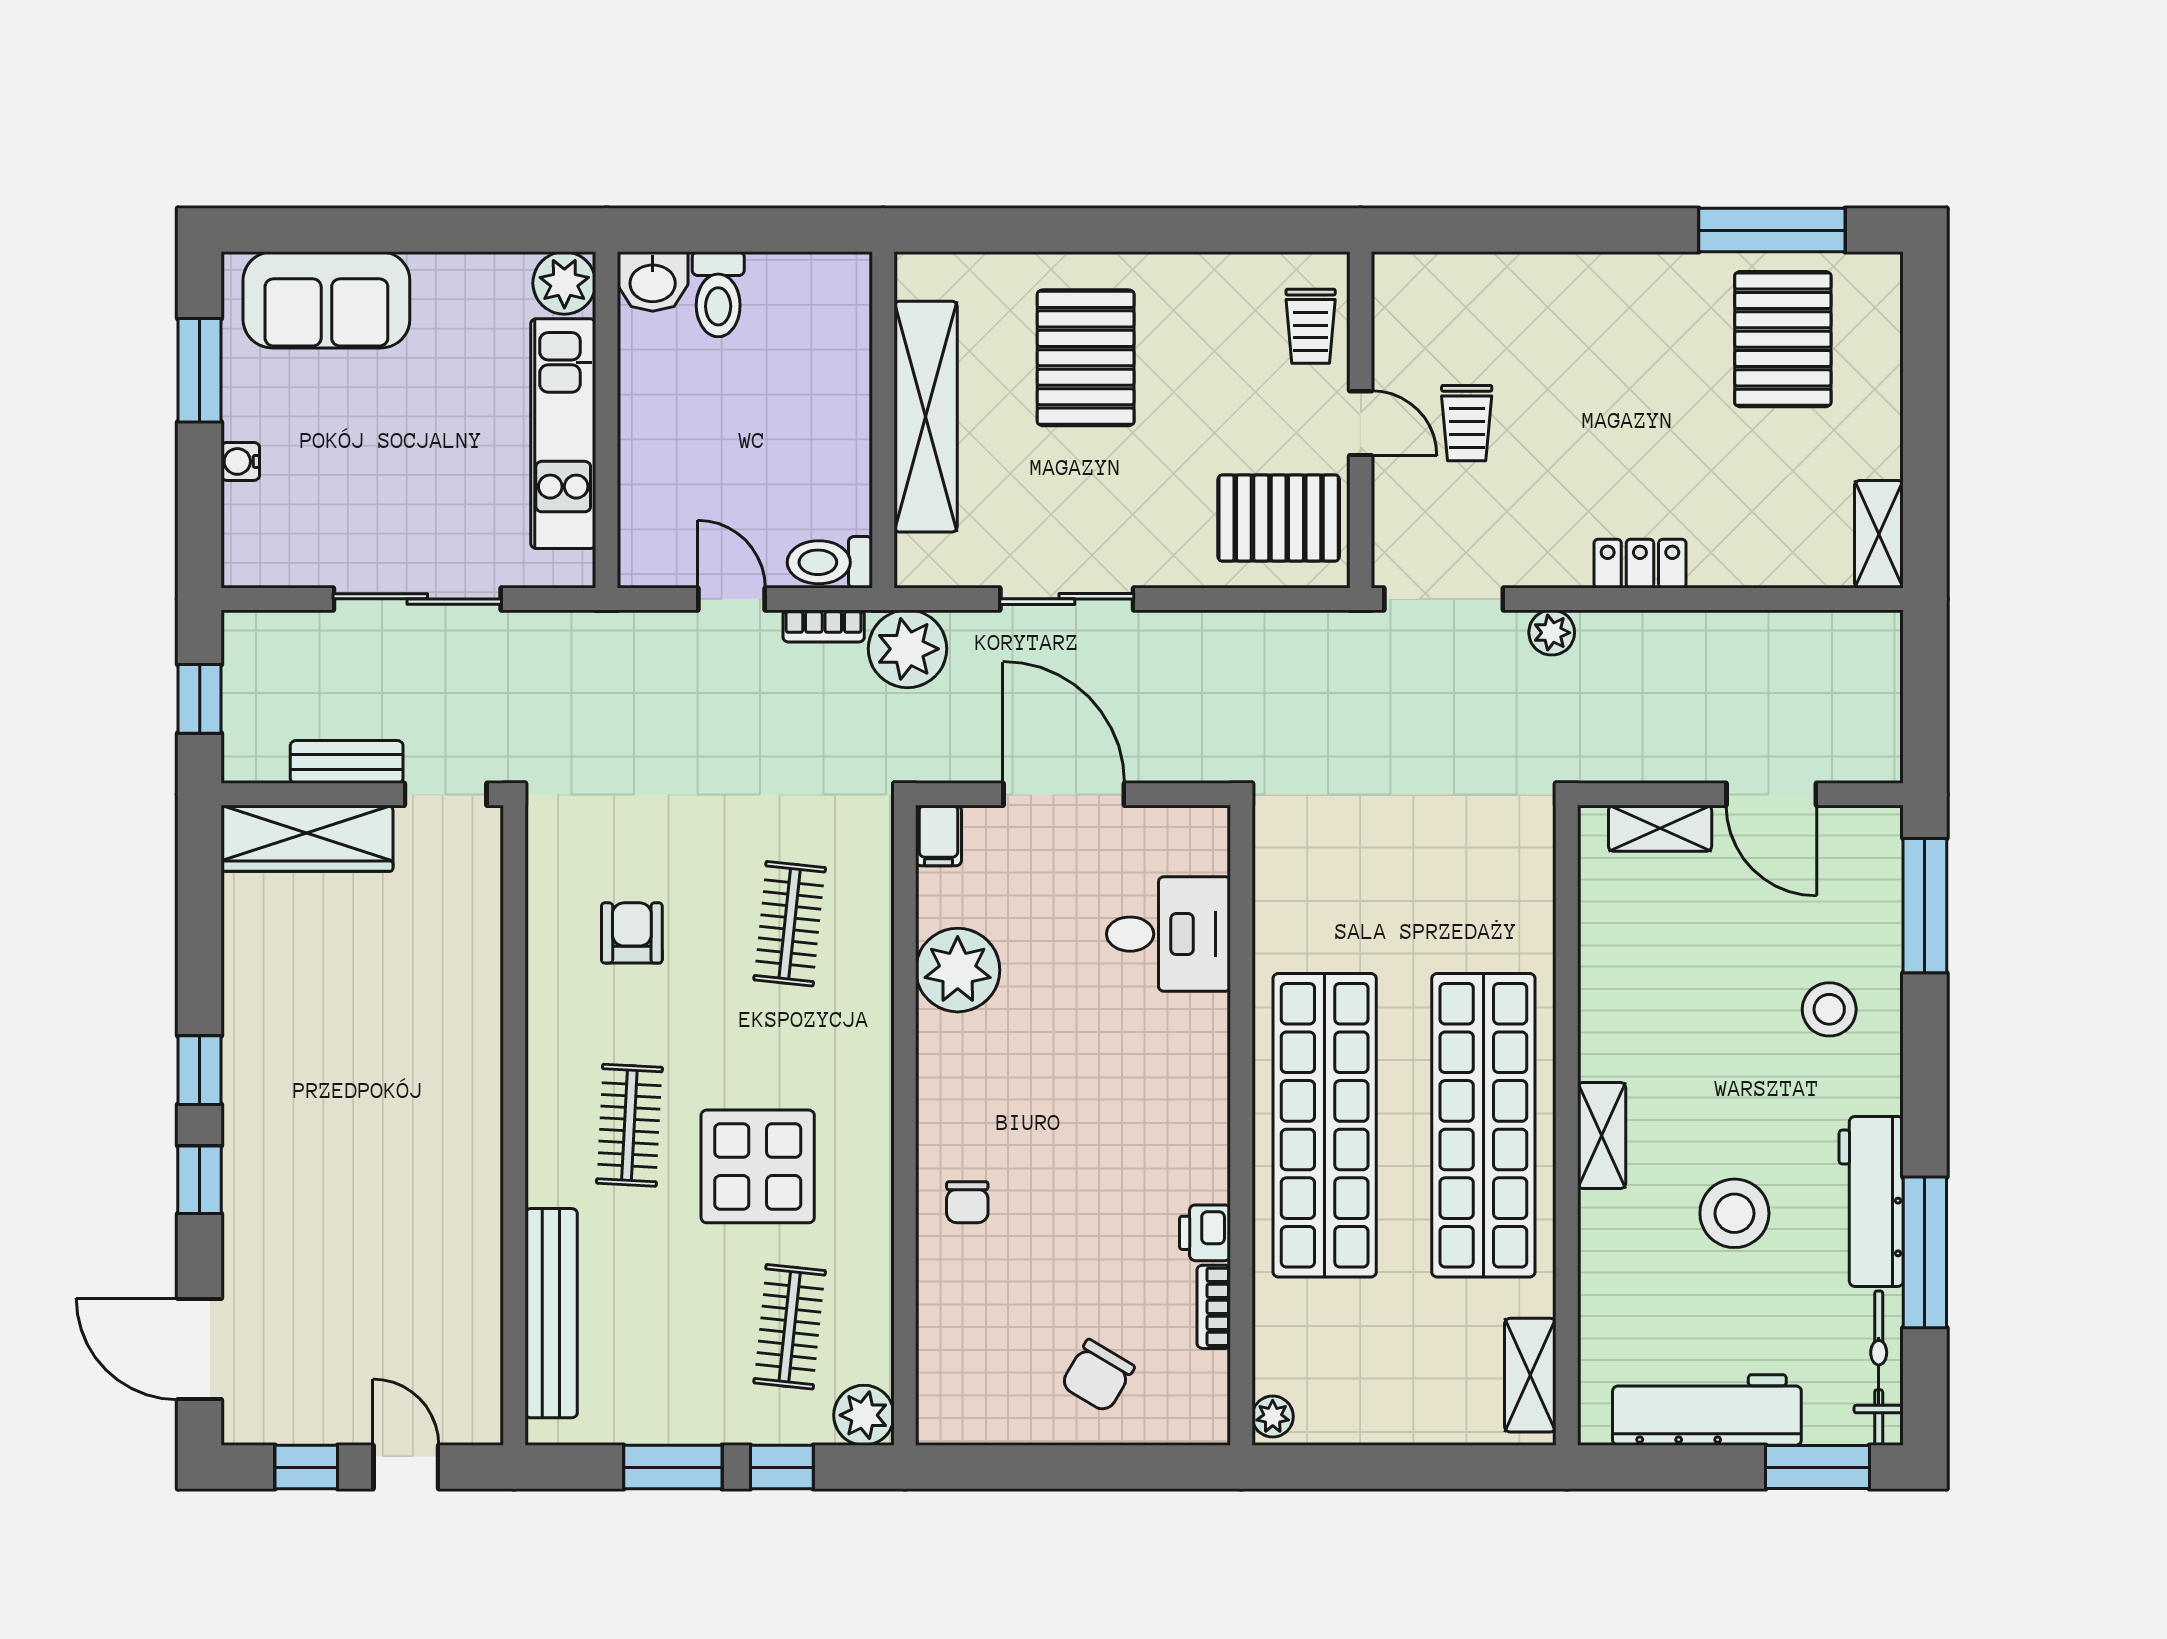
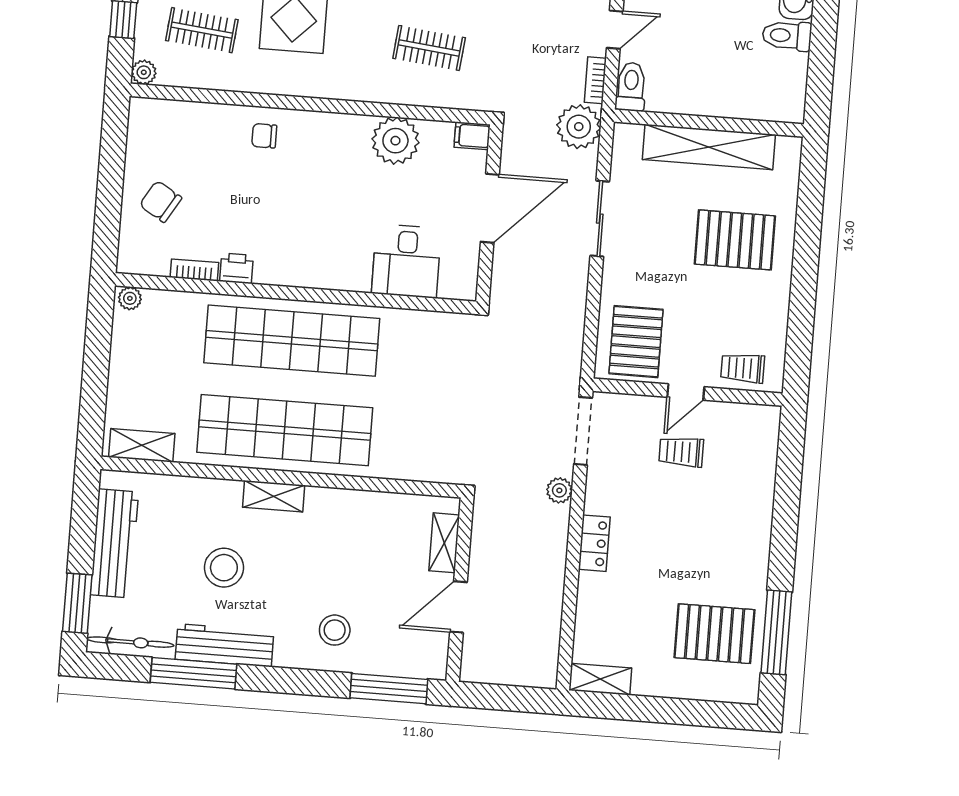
plant: (864, 1415) -> (144, 72), width x0.73, depth x0.73

